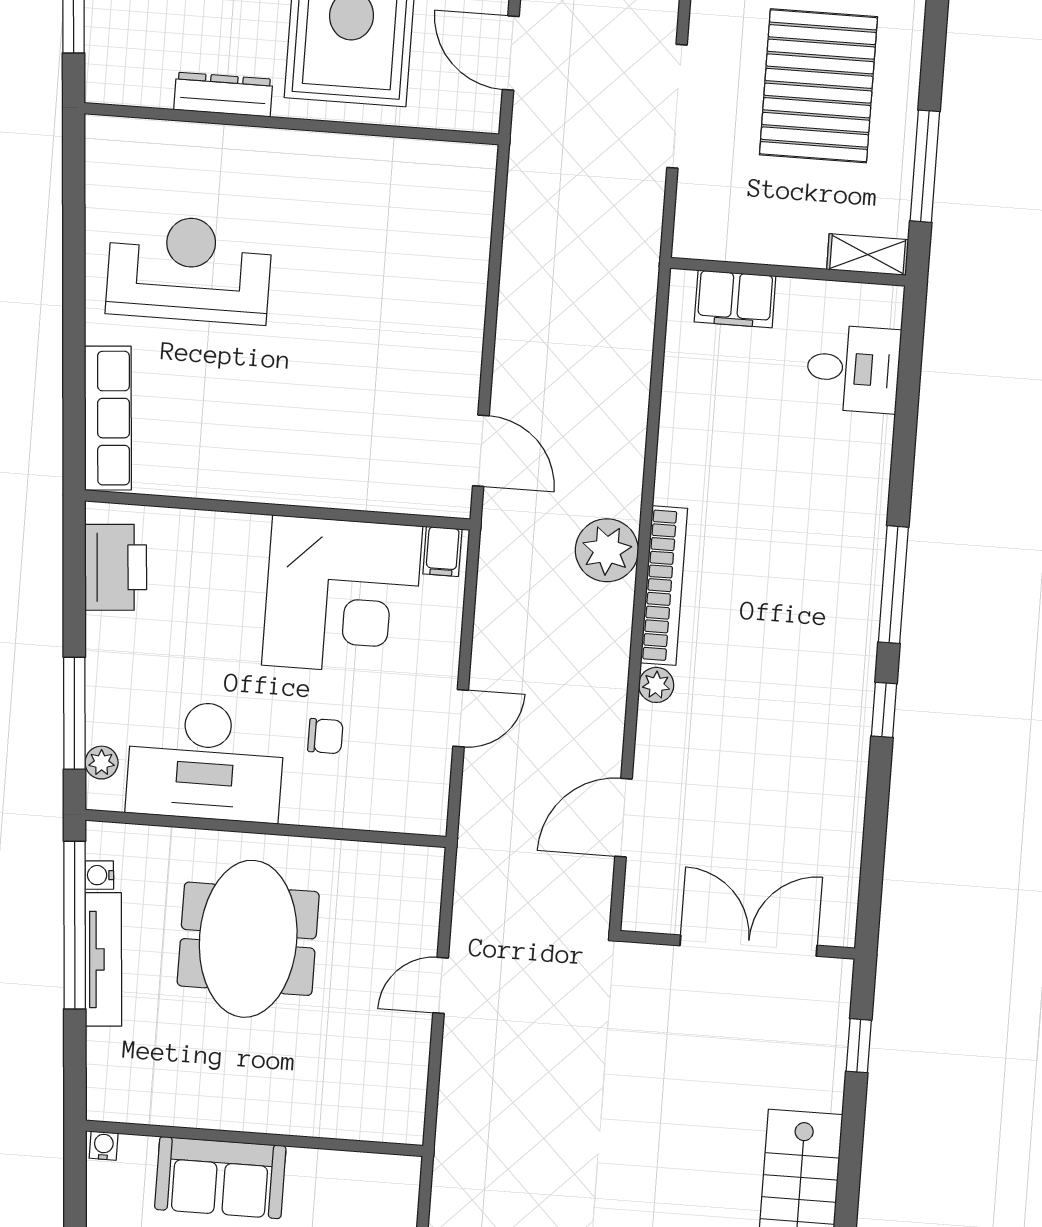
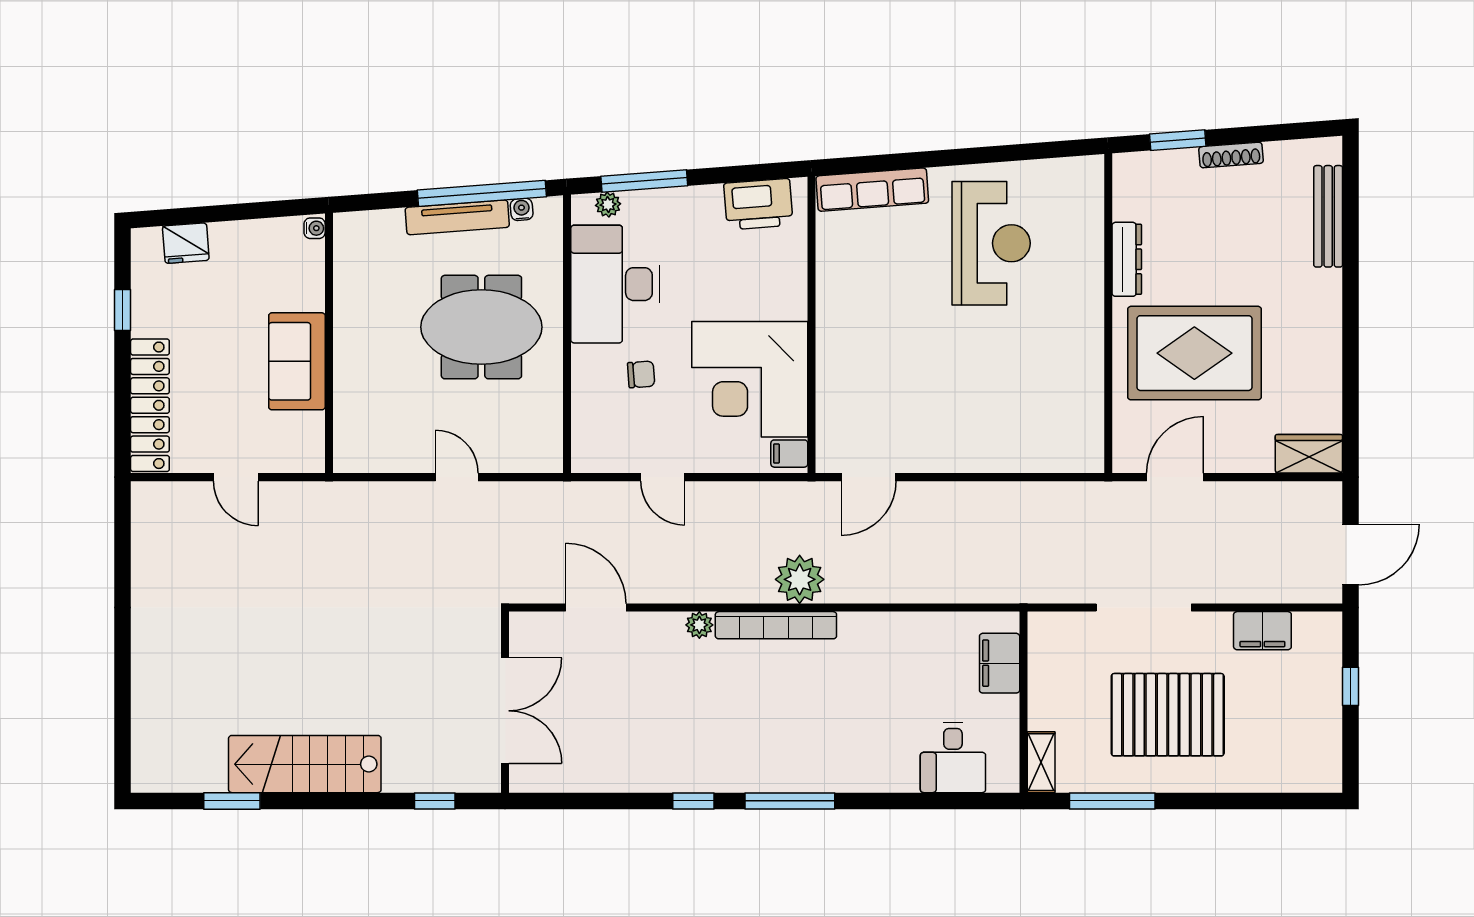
chair: (325, 736) -> (641, 374), turned -94
sofa: (220, 1178) -> (297, 361), moved

